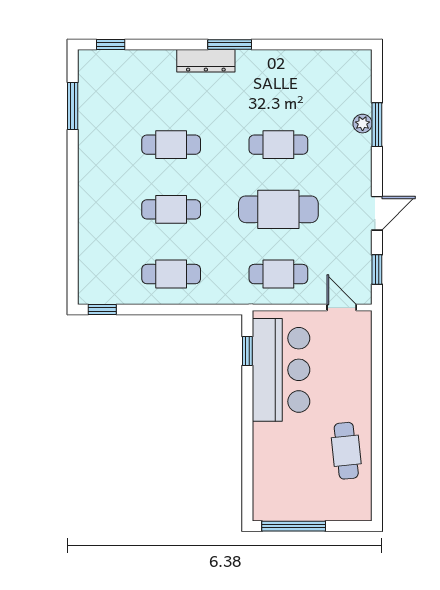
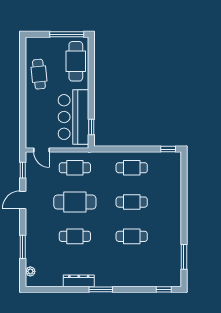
dresser: (206, 61) -> (79, 281), moved
plant: (363, 124) -> (30, 271), moved
cafe table: (277, 475) -> (76, 61), added

